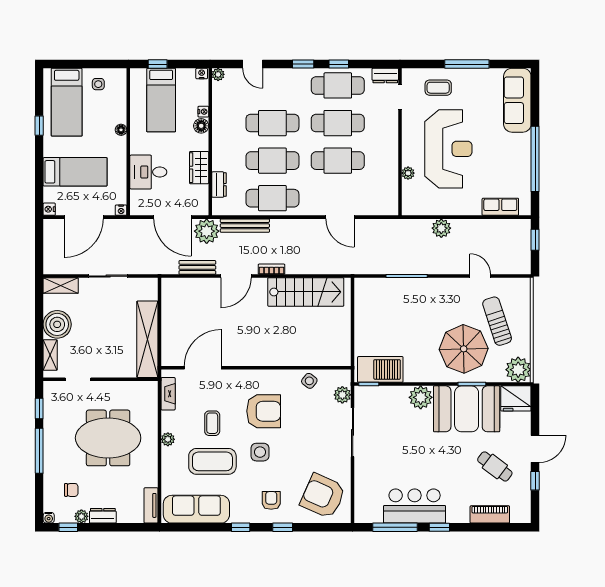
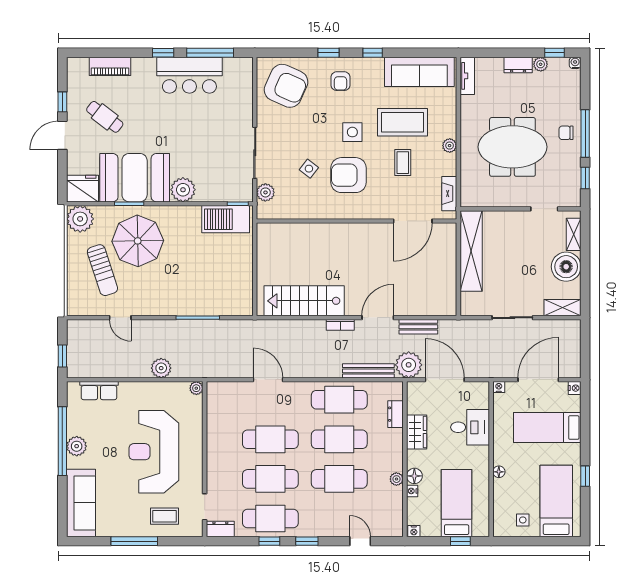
plant: (218, 74) -> (396, 479), moved
plant: (522, 154) -> (77, 446), added
plant: (408, 173) -> (196, 388), moved
side table: (309, 381) -> (309, 169), moved
chair: (71, 490) -> (566, 133), moved

